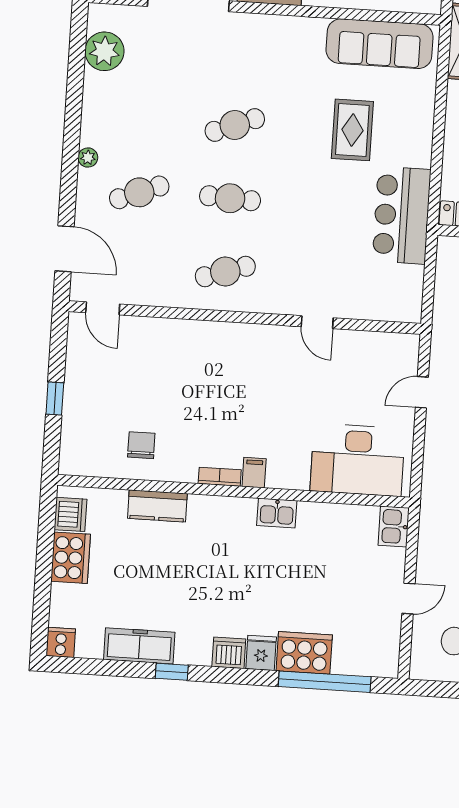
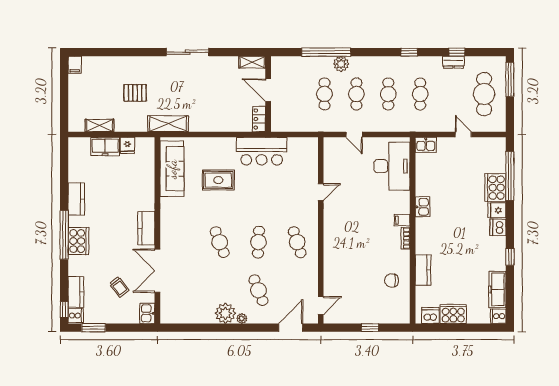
plant: (104, 51) -> (225, 313), moved
freezer: (139, 646) -> (497, 290), moved

